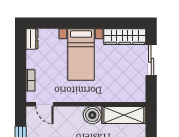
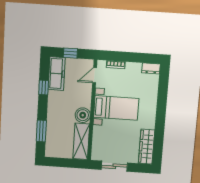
bed with nightstands: (81, 54) -> (116, 108), moved, turned 180
sliding door: (151, 60) -> (114, 166), moved

